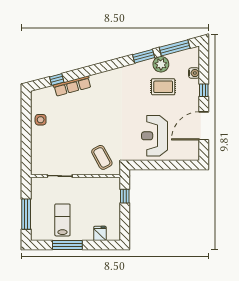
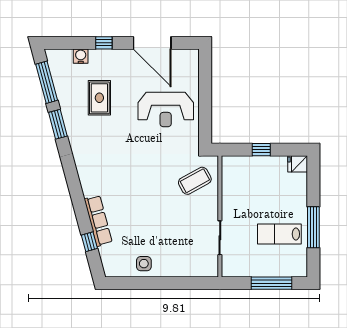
plant: (161, 64) -> (69, 101), removed
window: (125, 196) -> (261, 150), moved
fridge: (100, 233) -> (298, 164), moved

